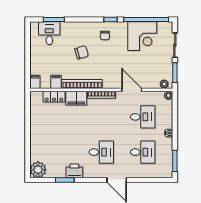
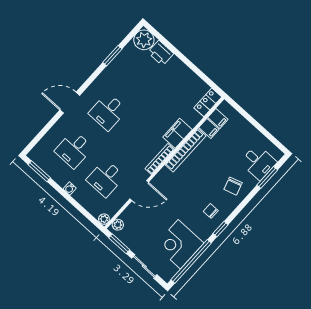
chair: (81, 52) -> (233, 186), moved
filing cabinet: (35, 82) -> (218, 118), moved
locker: (54, 97) -> (208, 102), moved
printer: (74, 171) -> (161, 53), moved, turned 90

